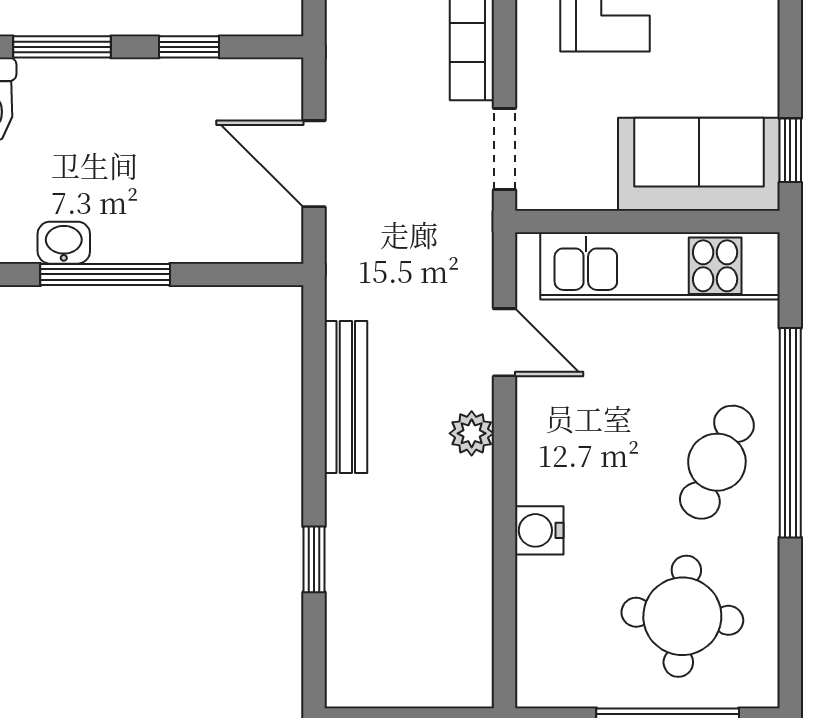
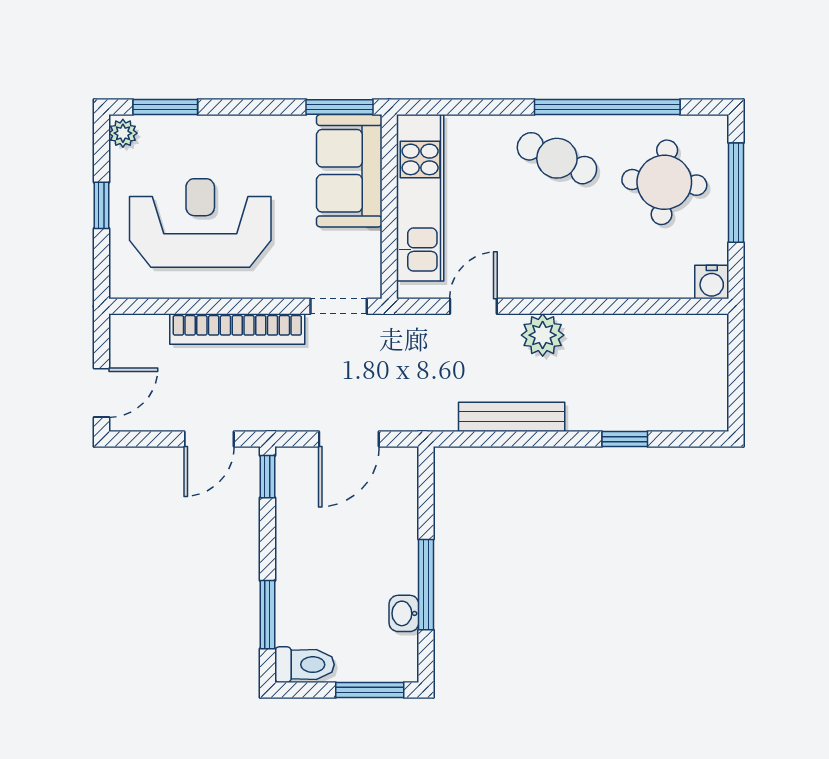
window: (189, 47) -> (267, 477), moved
window: (790, 150) -> (339, 107), width x1.50
plant: (472, 433) -> (543, 335), width x1.38, depth x1.38
window: (790, 433) -> (607, 107), moved
water cooler: (539, 530) -> (712, 282), moved

